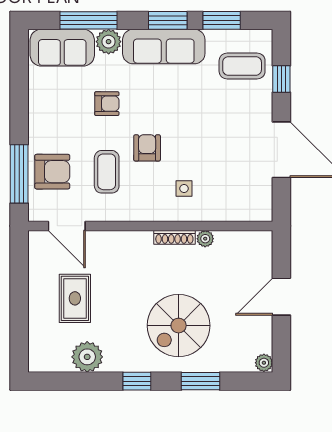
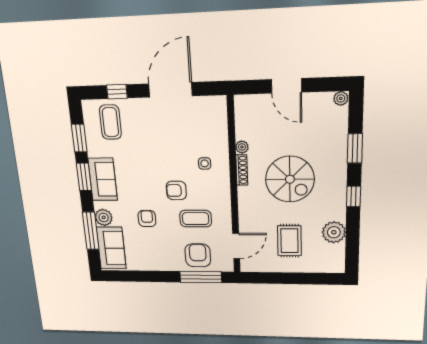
sofa: (164, 47) -> (103, 179), width x0.73
rug: (75, 298) -> (289, 241), turned 90
spiral stairs: (179, 326) -> (290, 179), moved

